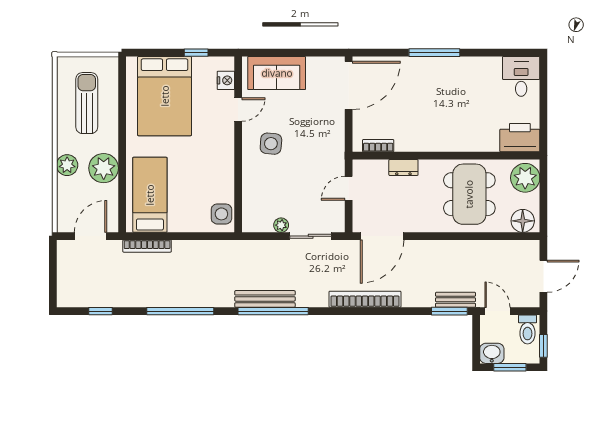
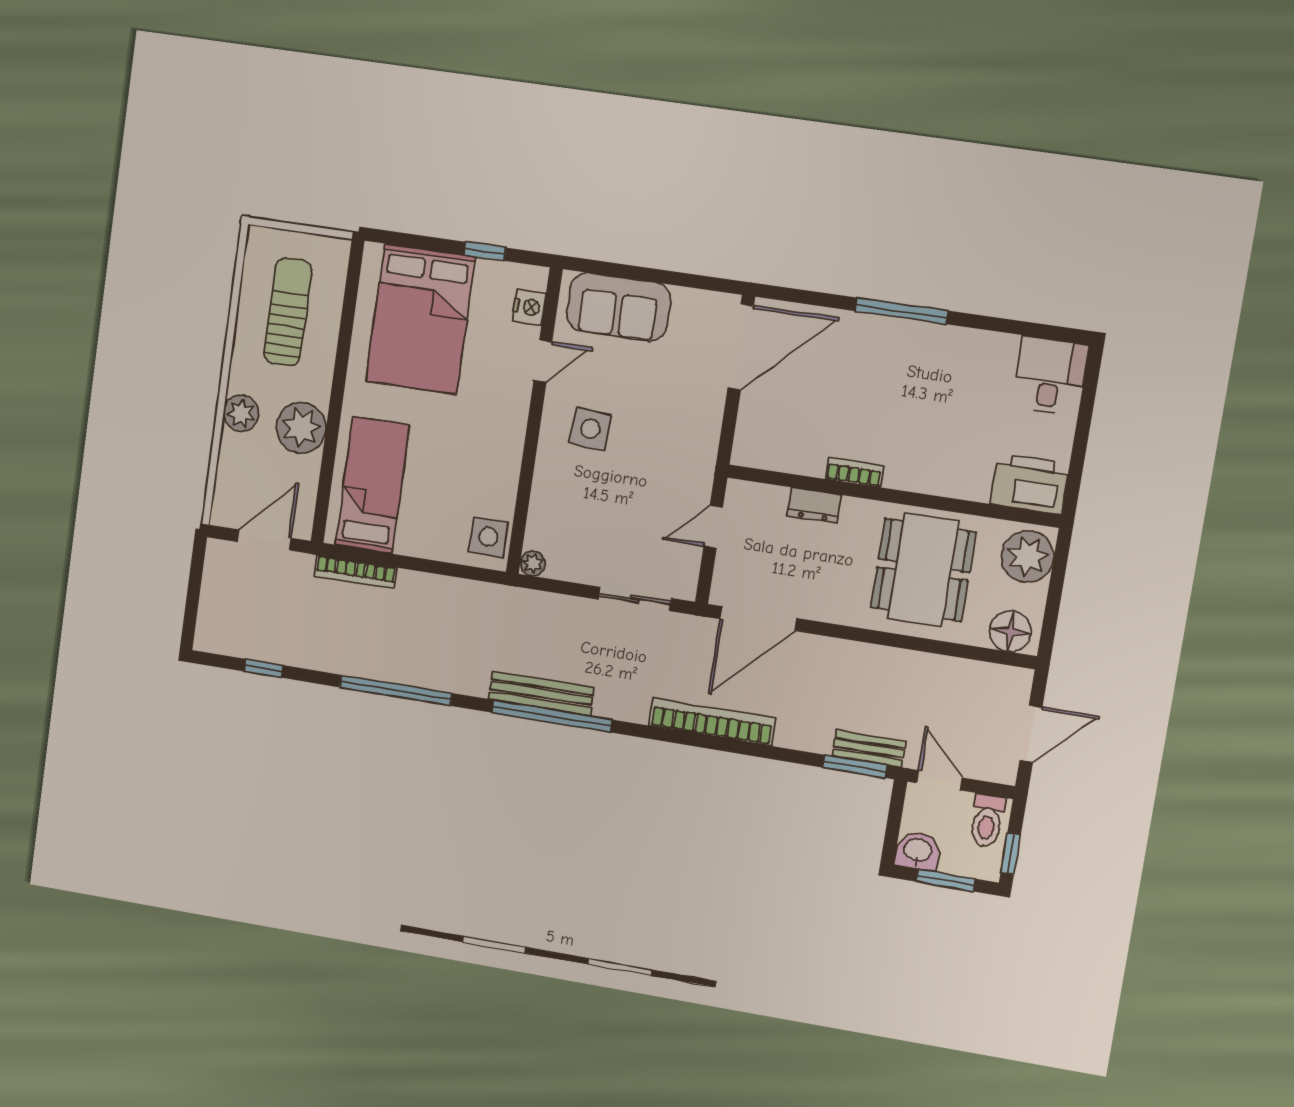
bookcase: (378, 146) -> (854, 472), moved
plant: (281, 225) -> (533, 563), moved

